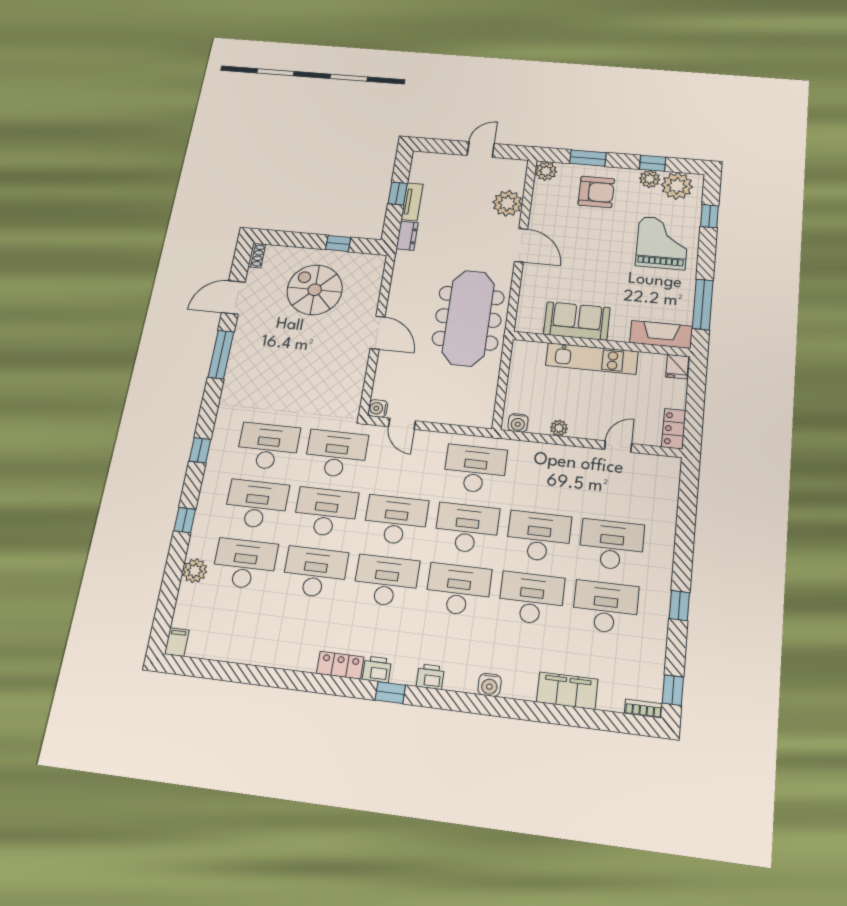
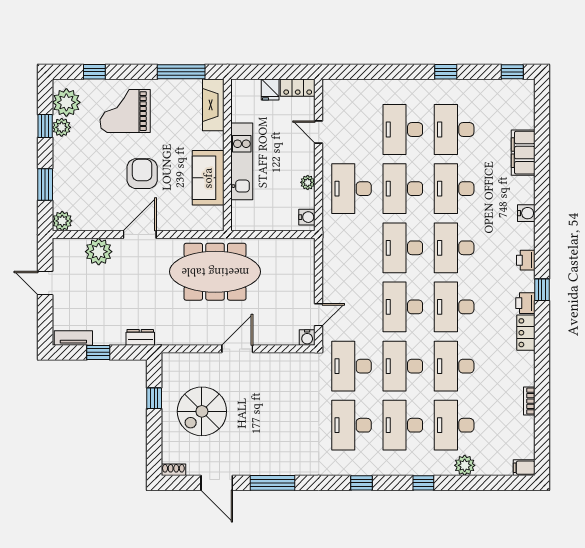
armchair: (596, 192) -> (142, 174), moved
tv unit: (412, 202) -> (73, 338), moved
fridge: (677, 367) -> (270, 90), moved, turned 90
desk: (475, 469) -> (352, 189), moved
bookcase: (643, 709) -> (529, 401), moved

